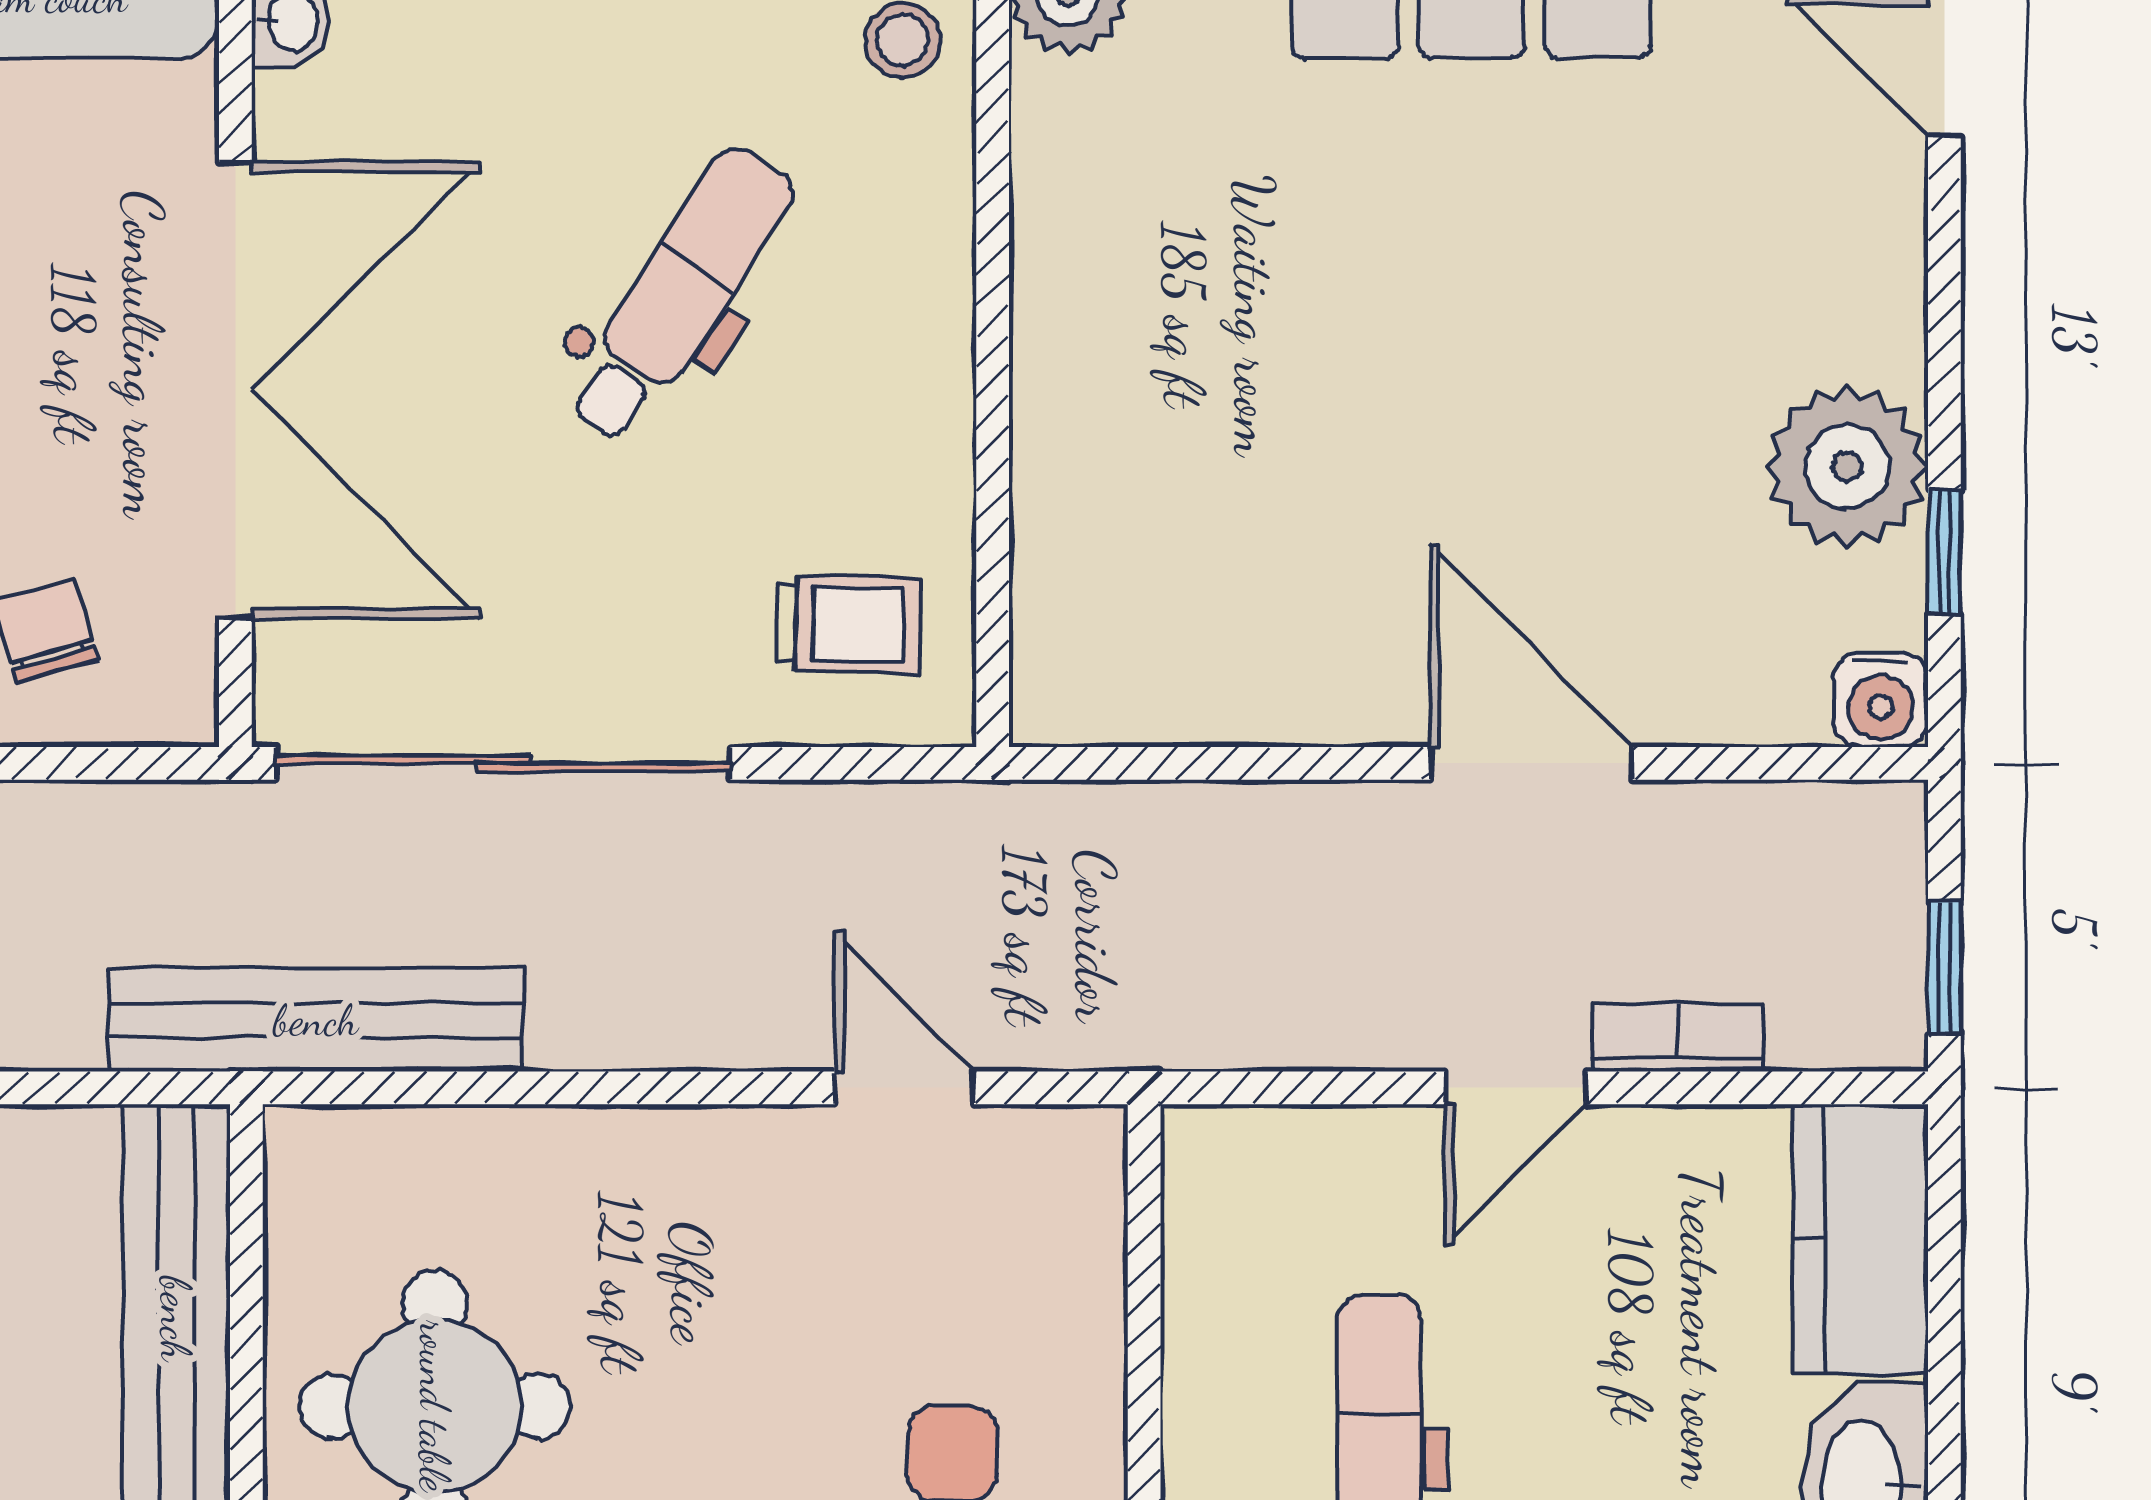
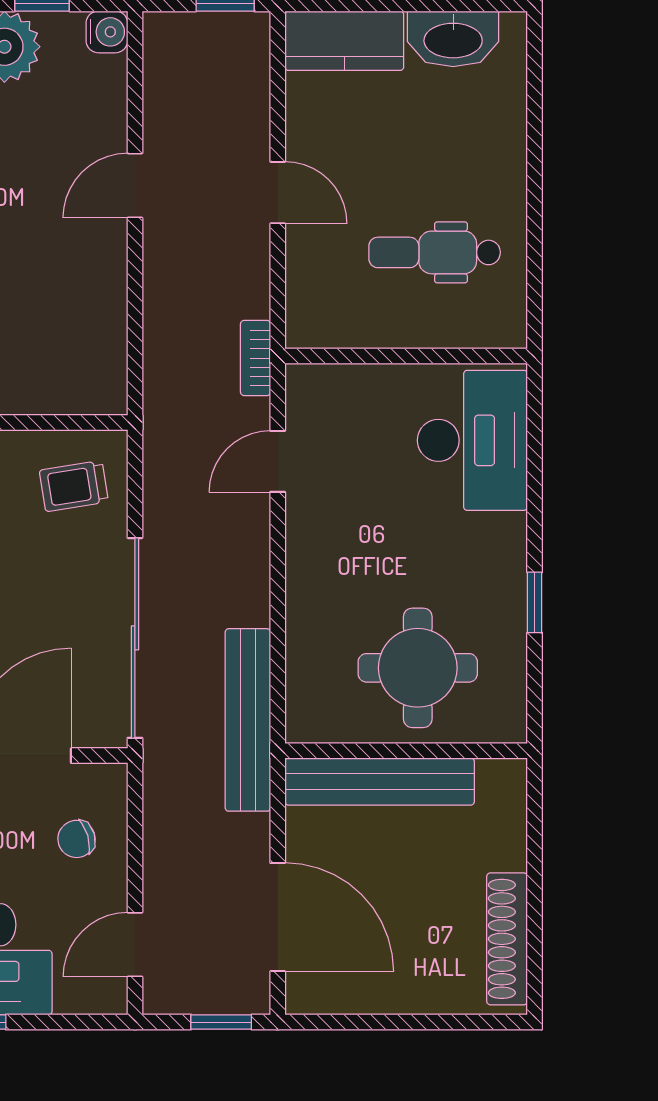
trolley: (848, 624) -> (74, 486), turned -100
door: (1531, 763) -> (135, 186), width x0.73
bookcase: (1678, 1037) -> (256, 358), moved

